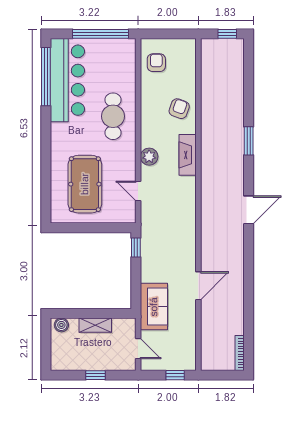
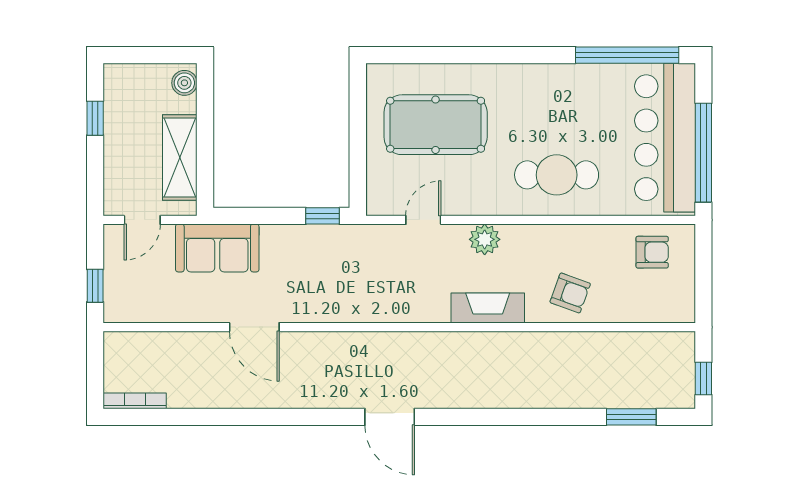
bar counter: (67, 80) -> (665, 138), moved, turned 90
window: (249, 141) -> (631, 417), moved
shelving: (95, 325) -> (180, 158), width x1.50, depth x1.33
window: (96, 375) -> (95, 118), moved

